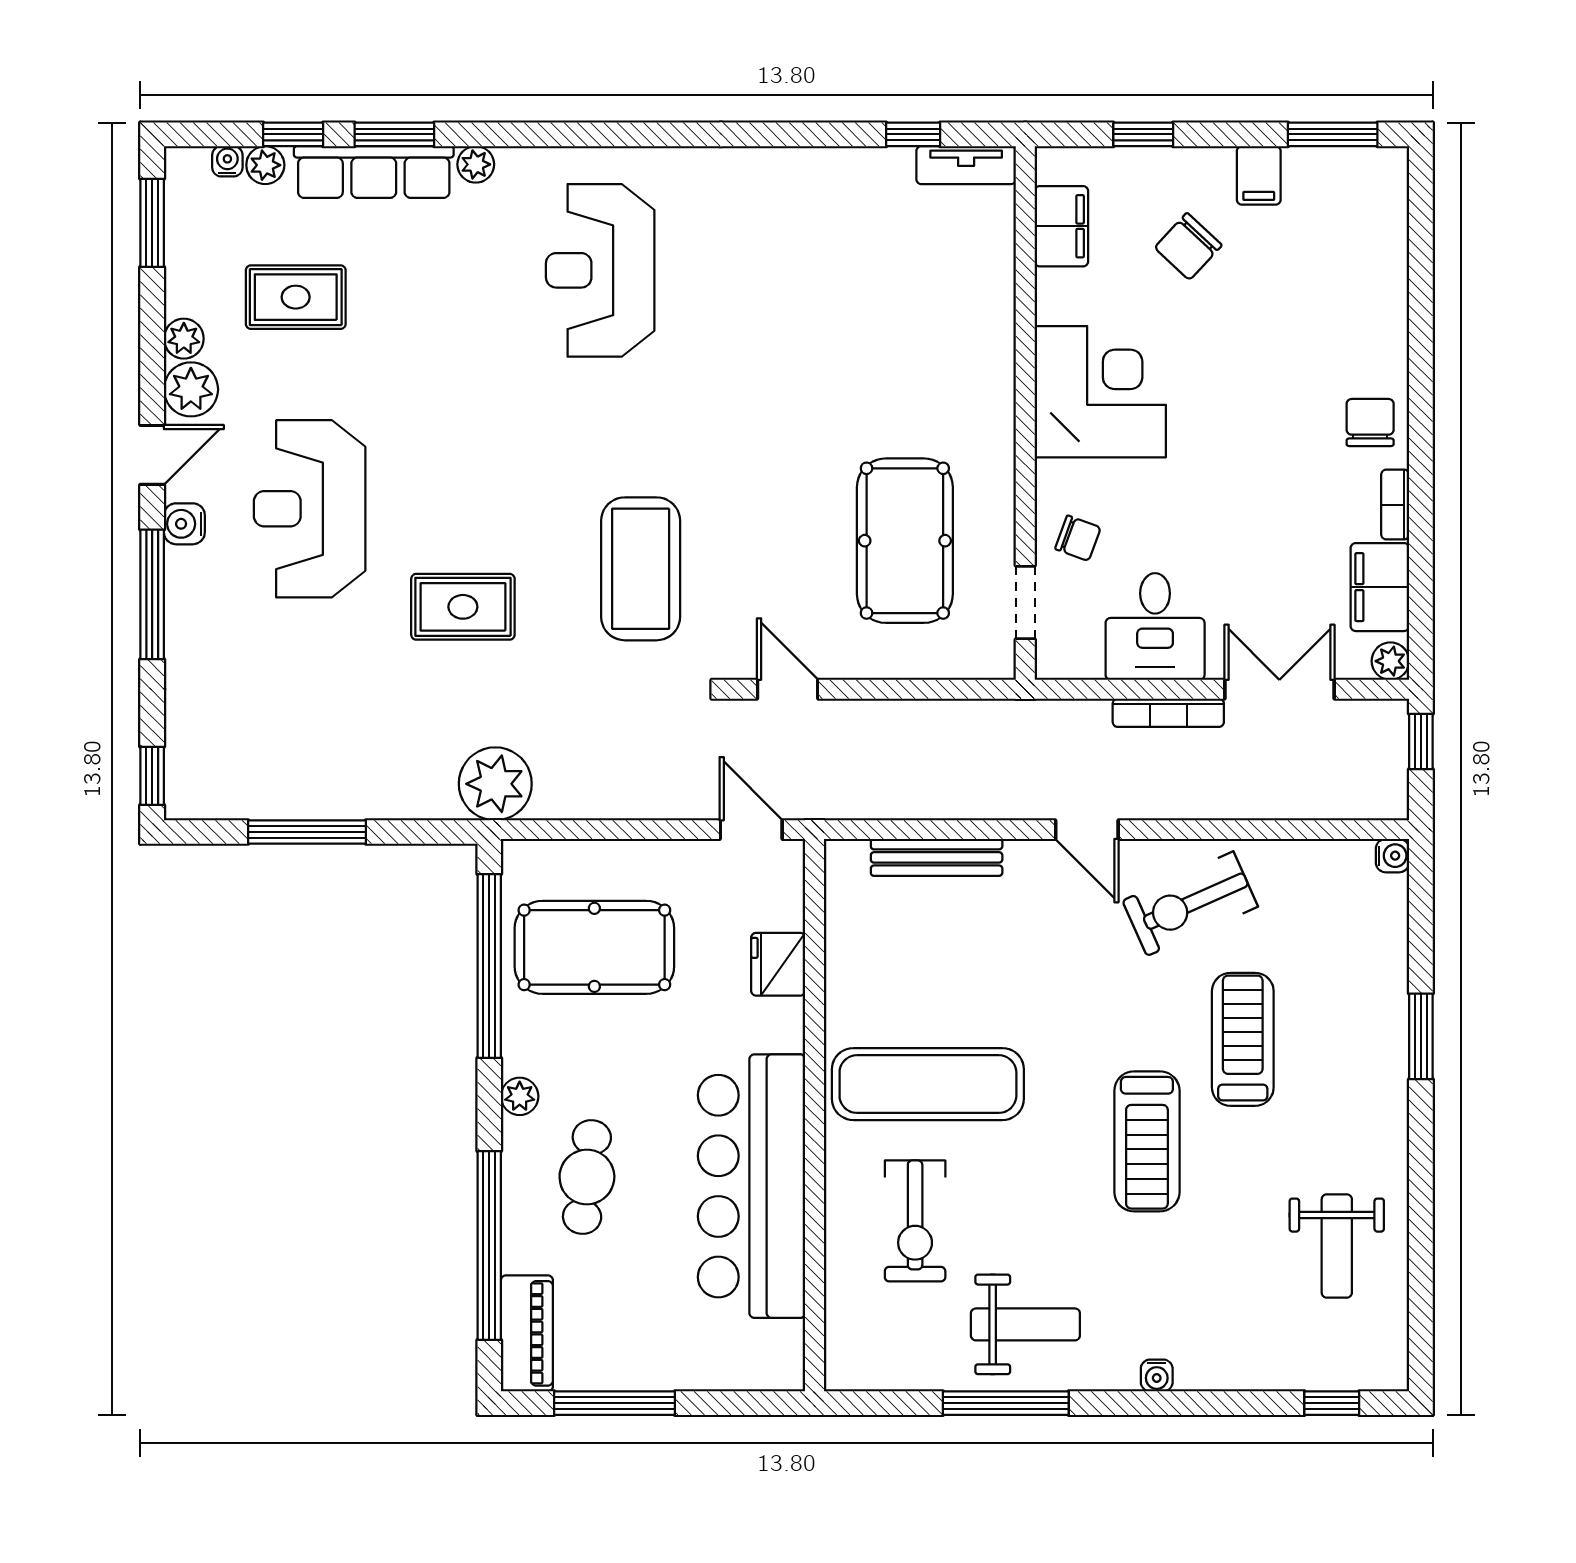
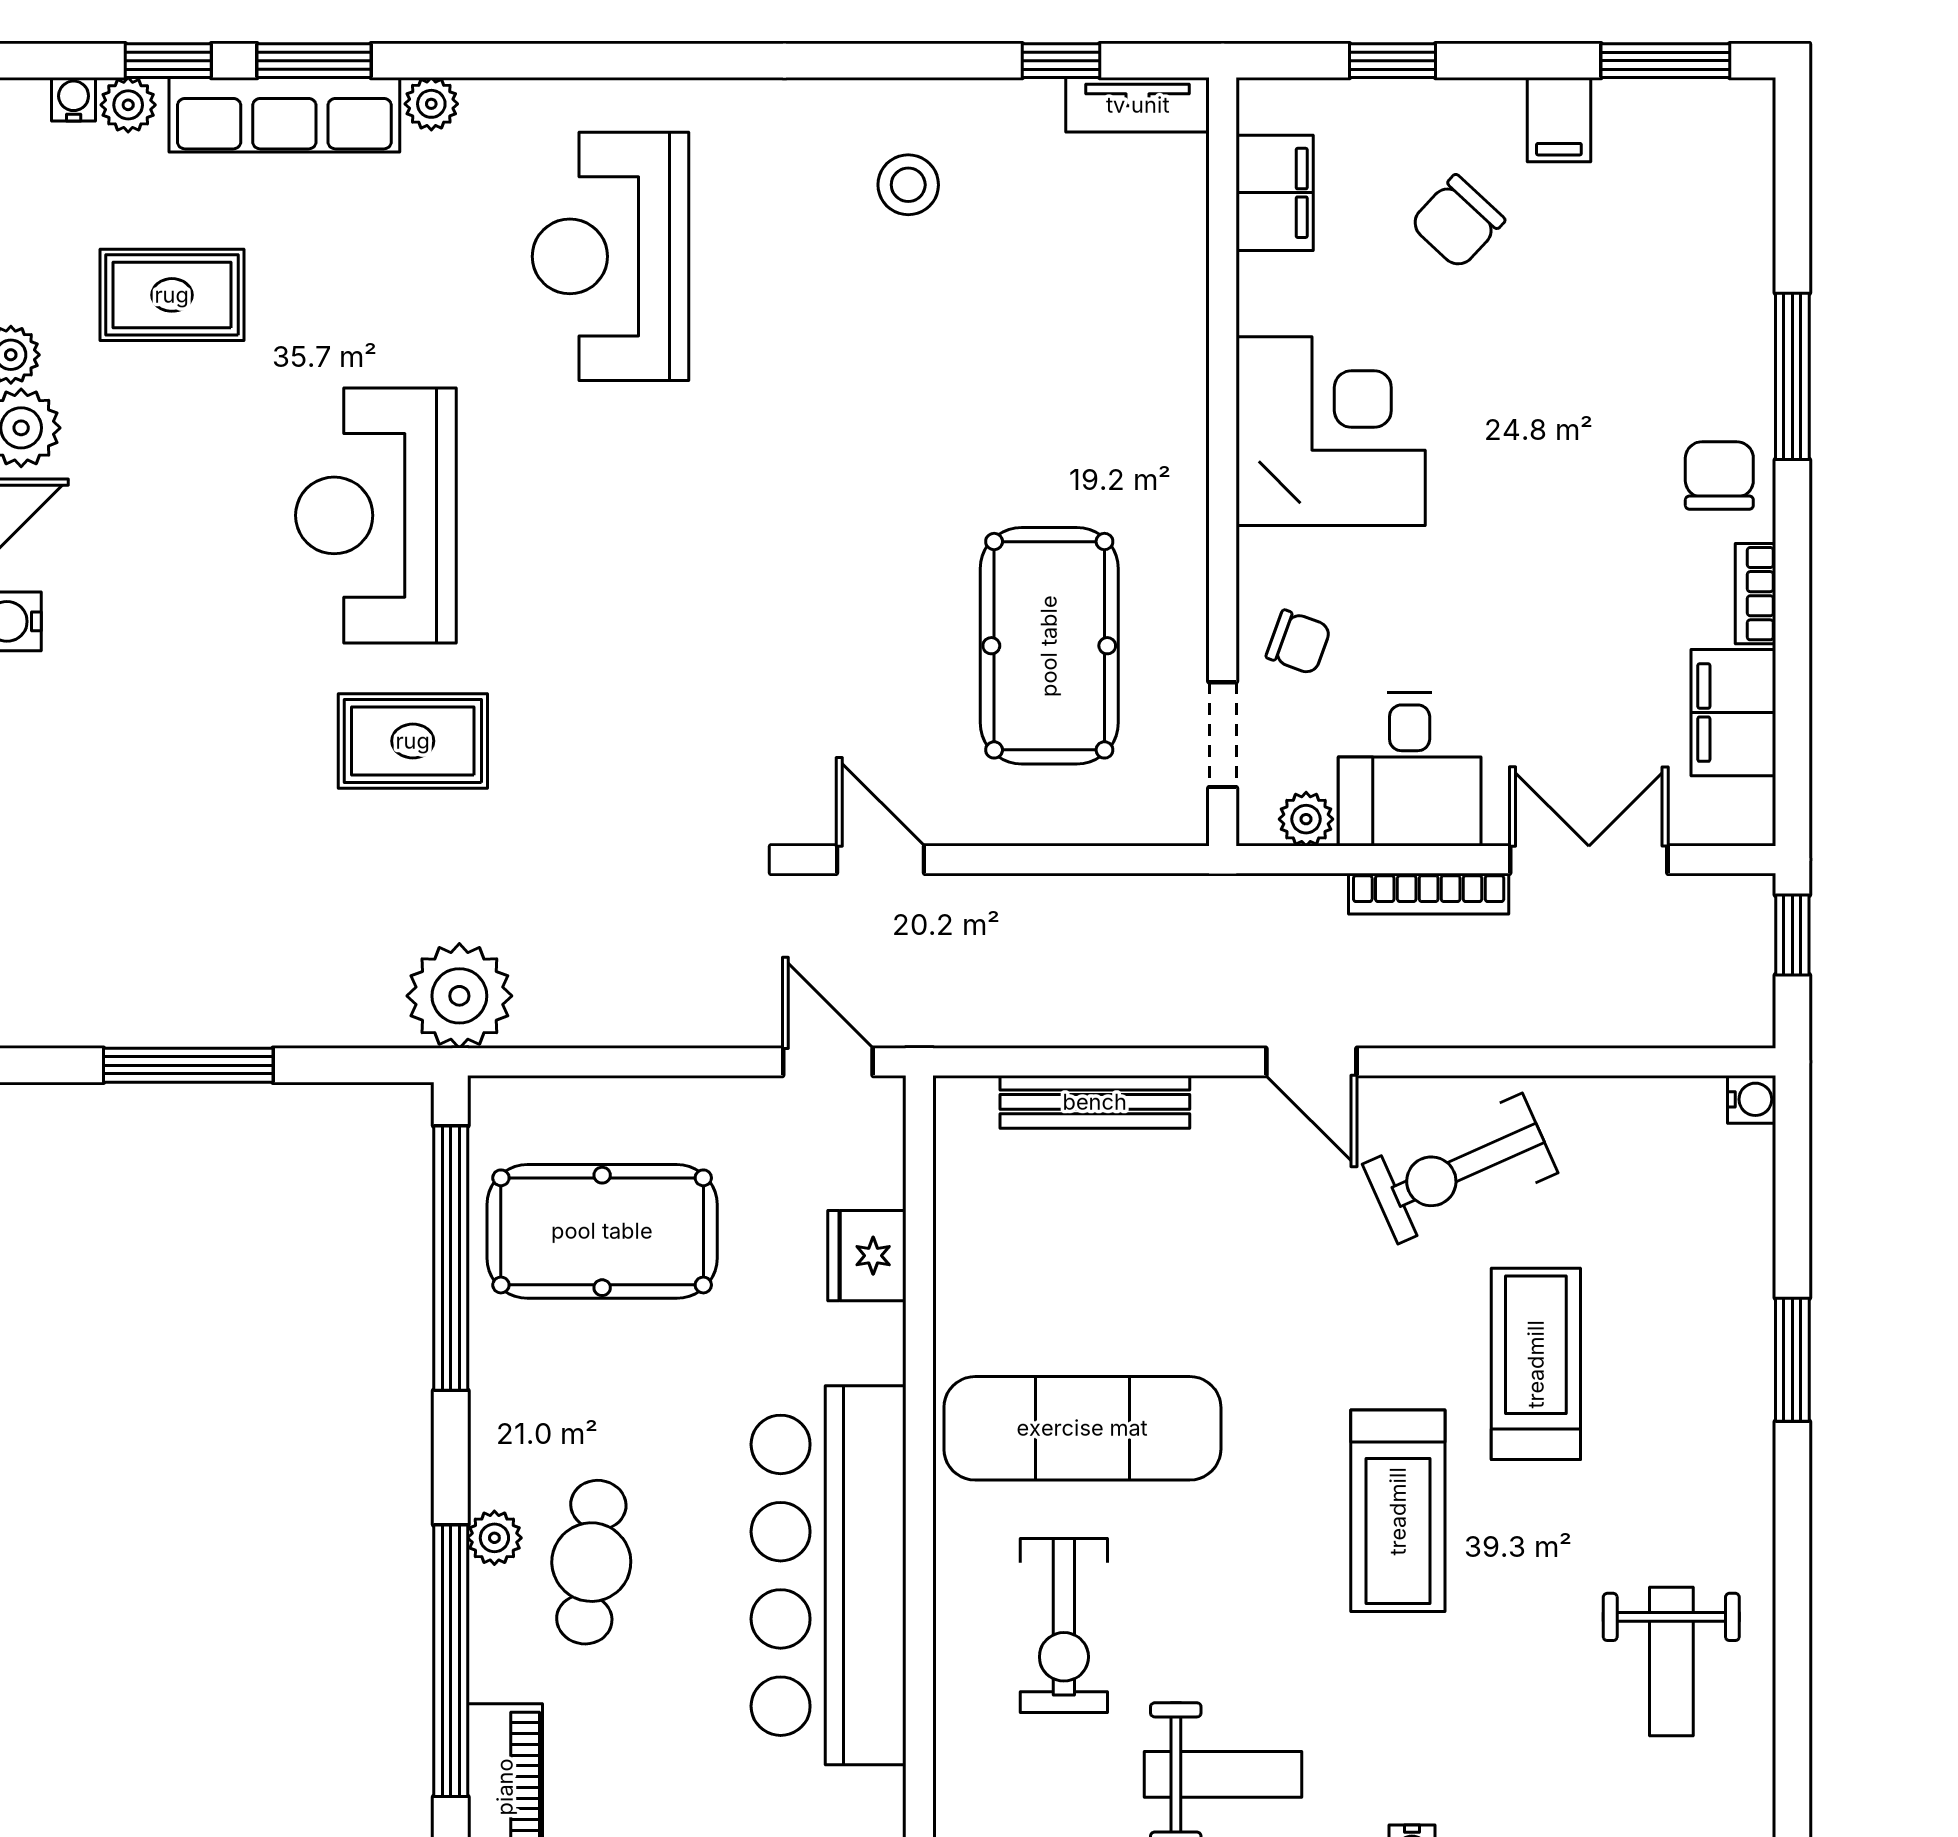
stool: (807, 221) -> (908, 185), added
window: (1421, 354) -> (1792, 376), added
reception desk: (310, 509) -> (376, 515), moved
coffee table: (641, 569) -> (669, 686), removed
plant: (1390, 661) -> (1306, 819), moved
plant: (520, 1096) -> (494, 1538), moved

